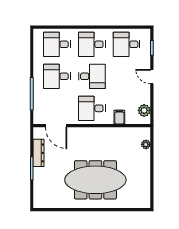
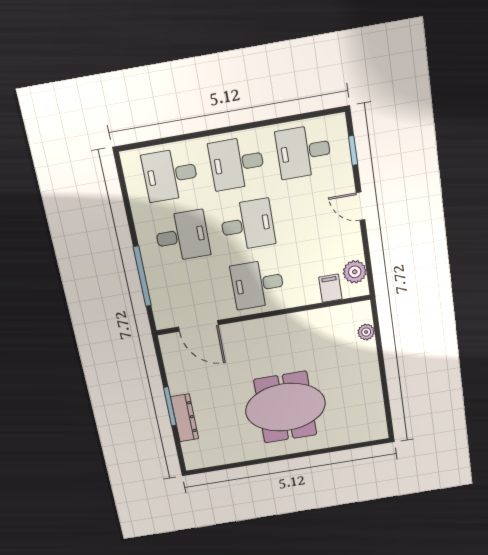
desk: (57, 76) -> (182, 236), turned 180
filing cabinet: (119, 117) -> (330, 288), moved
dresser: (39, 153) -> (185, 418), moved
meeting table: (95, 180) -> (285, 407), width x0.73

